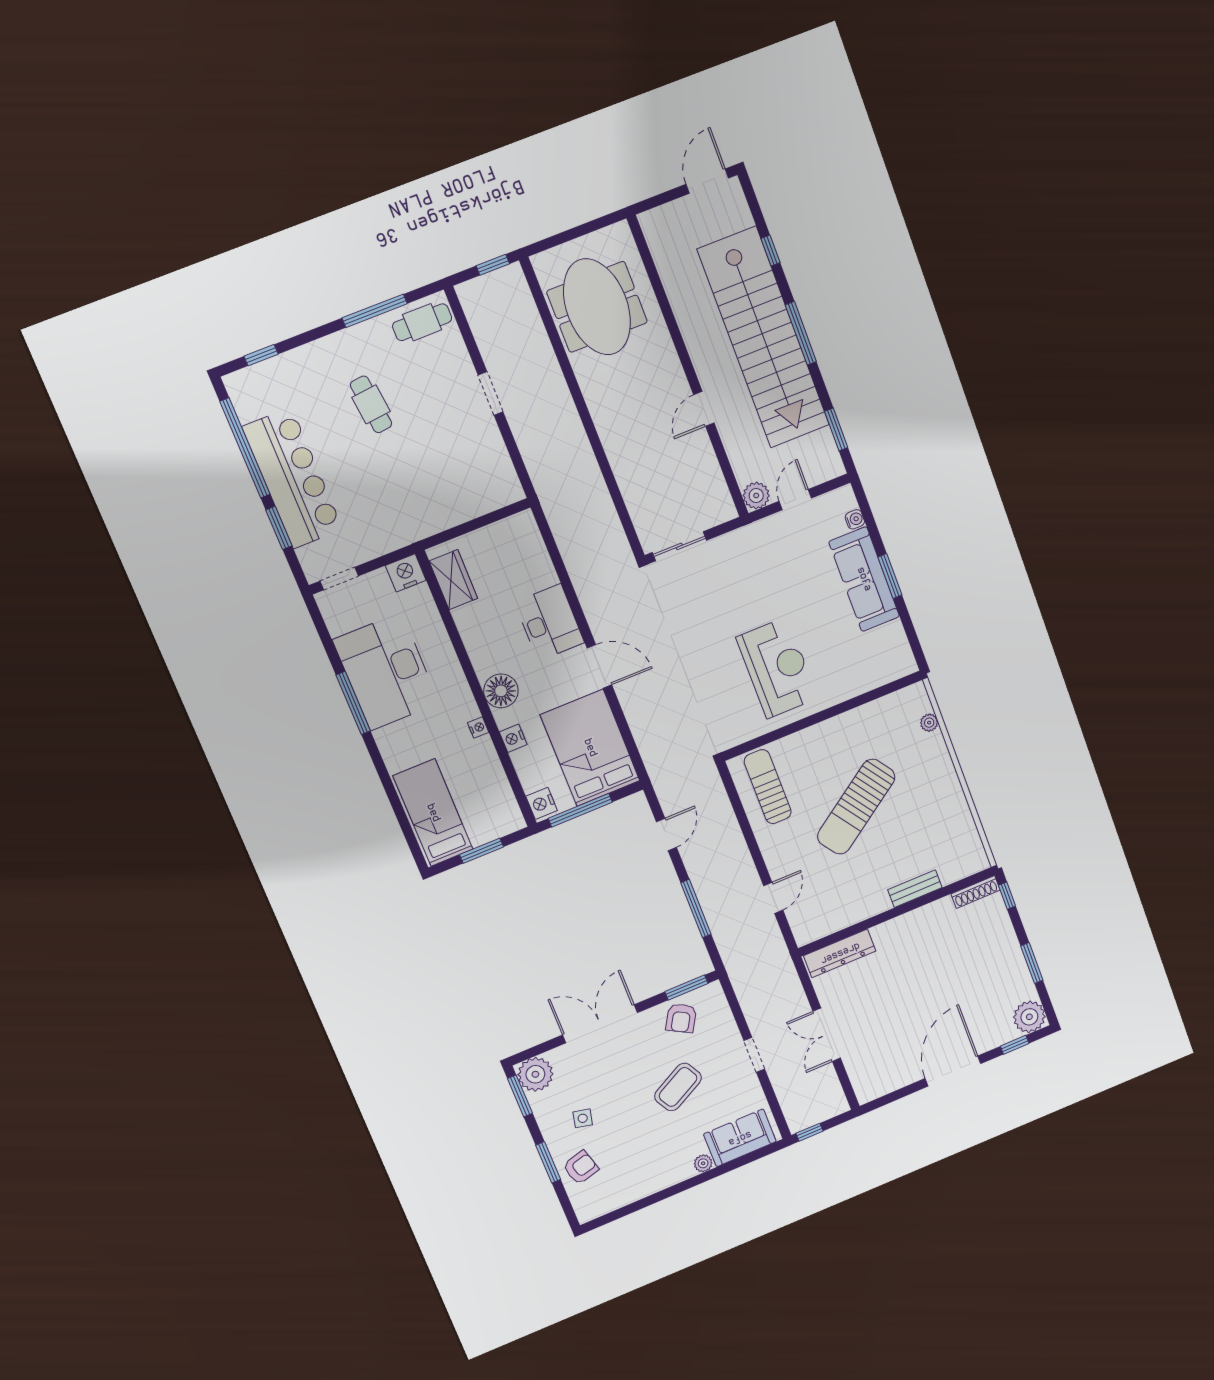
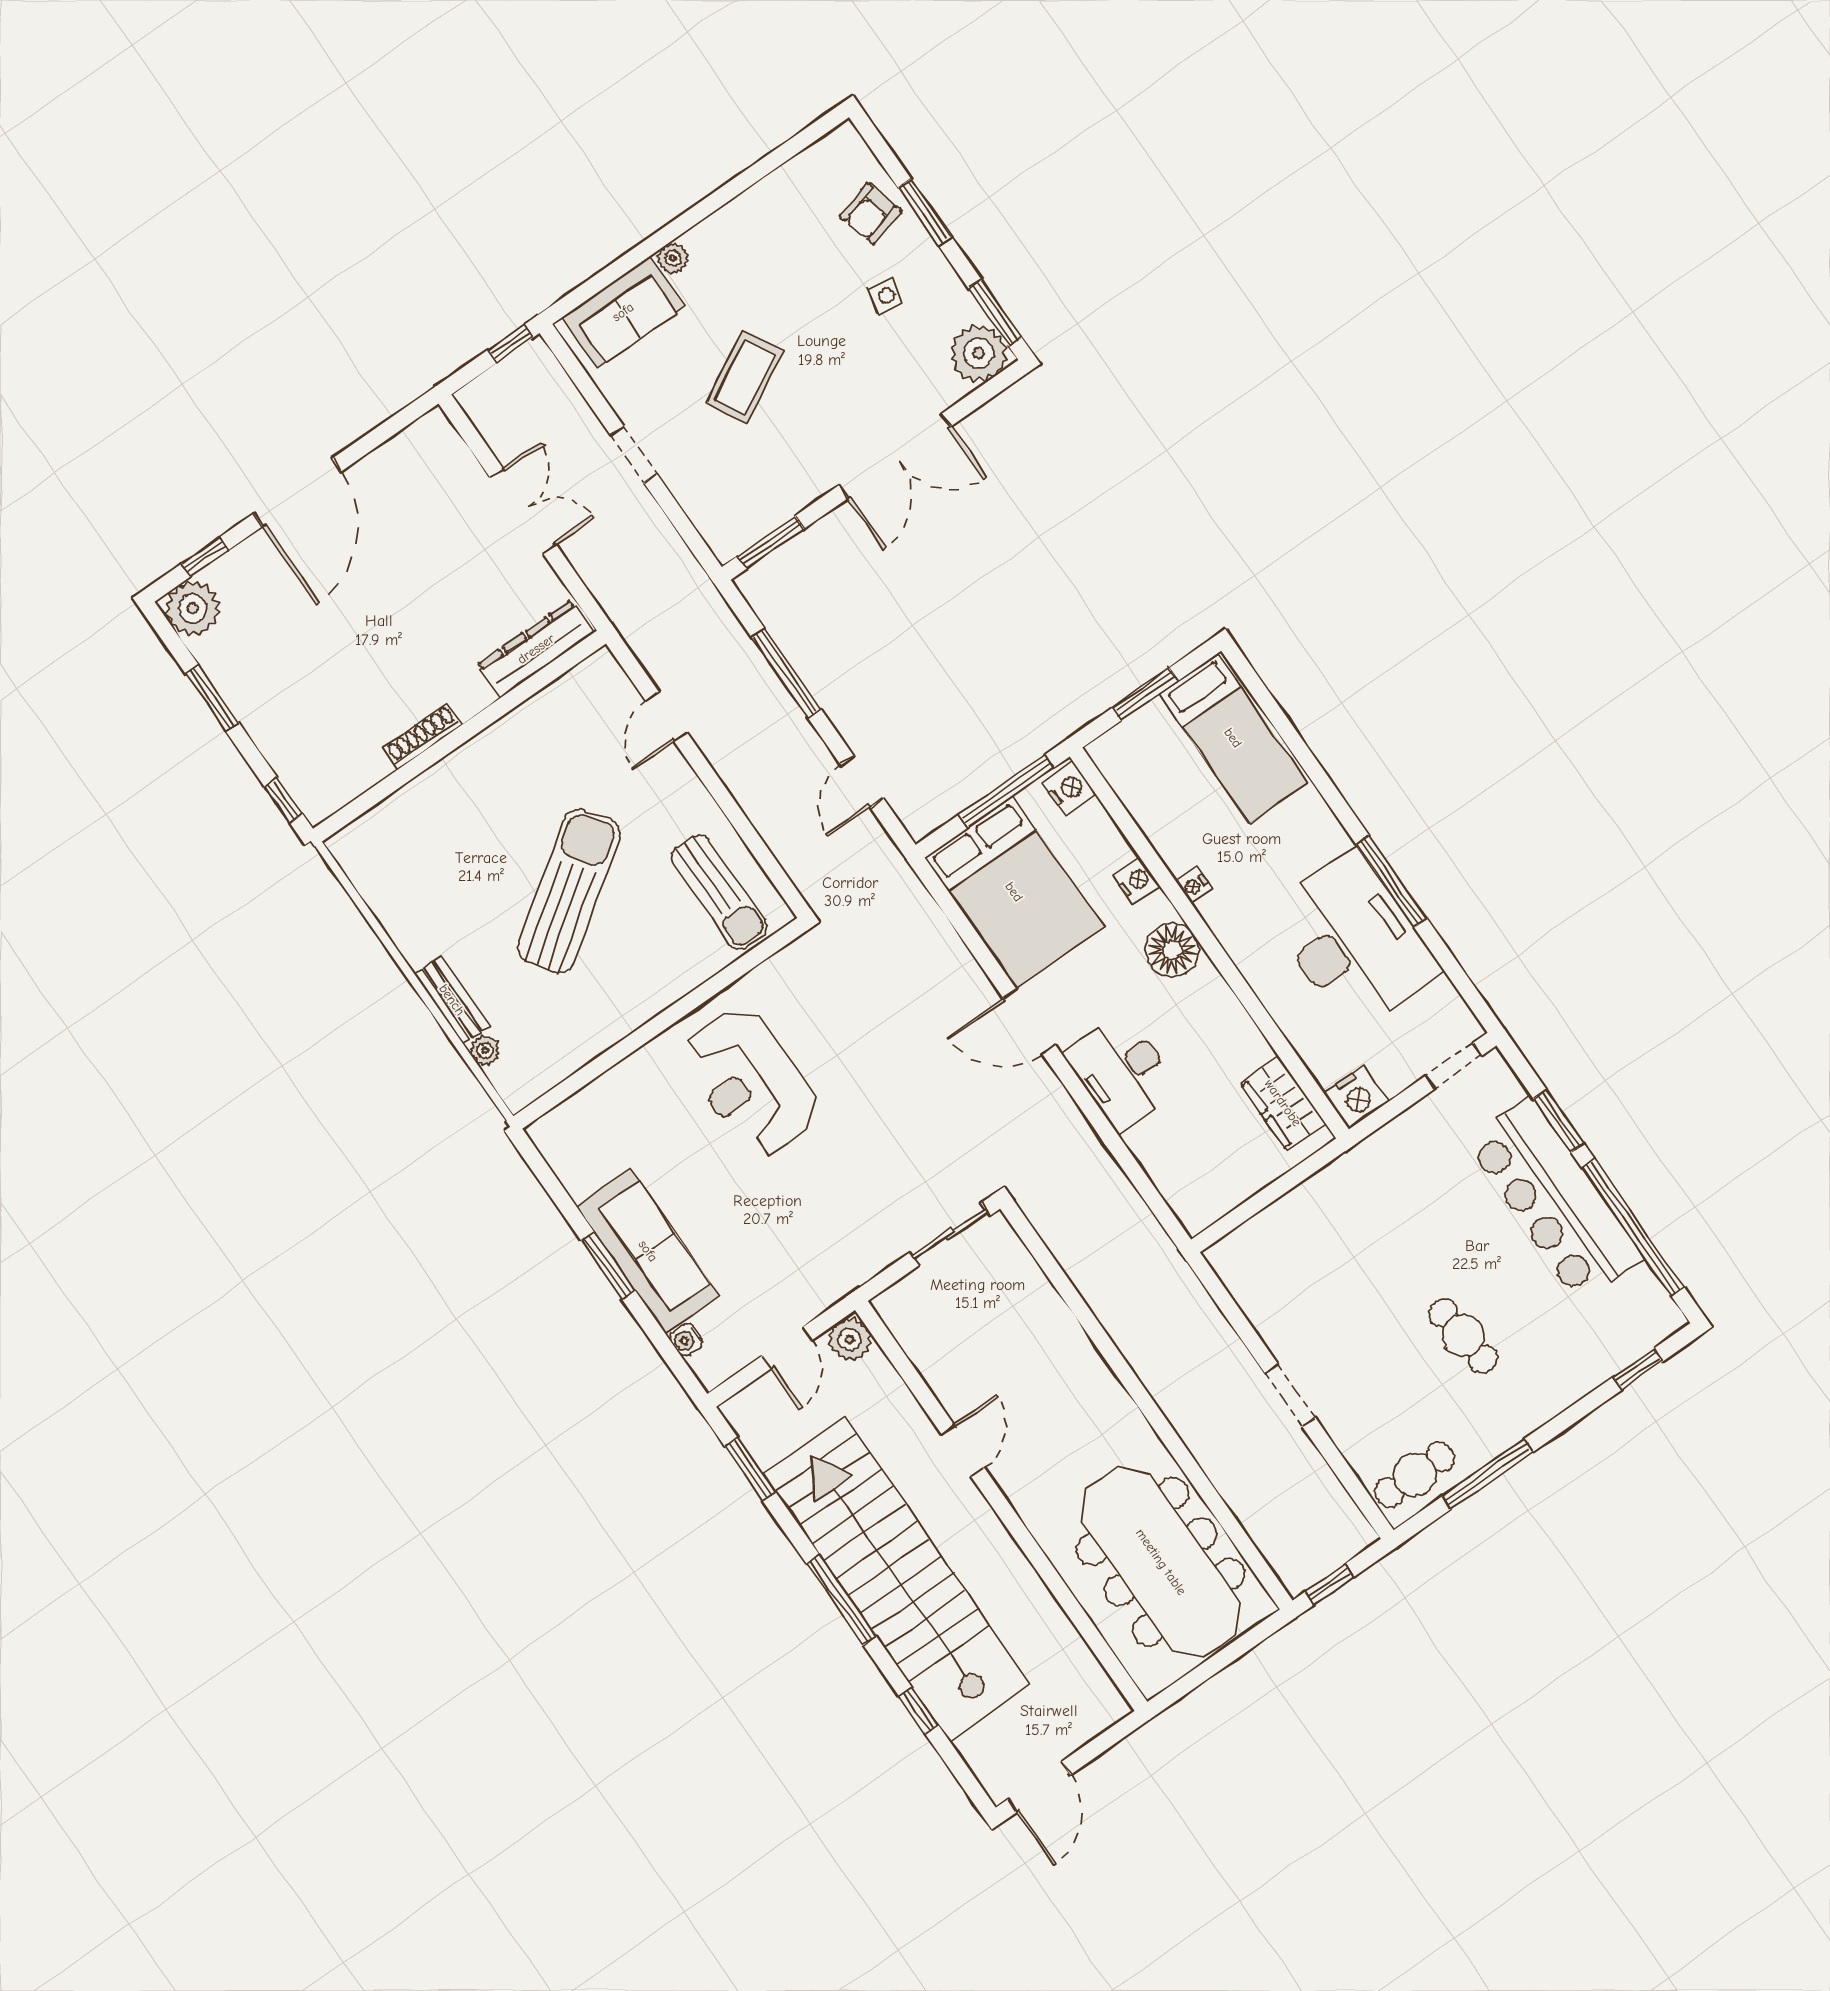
meeting table: (597, 307) -> (1161, 1562), width x1.36
bench: (915, 889) -> (452, 1000), moved, turned 90
shoe rack: (976, 892) -> (422, 736), moved
armchair: (681, 1018) -> (767, 491), removed

